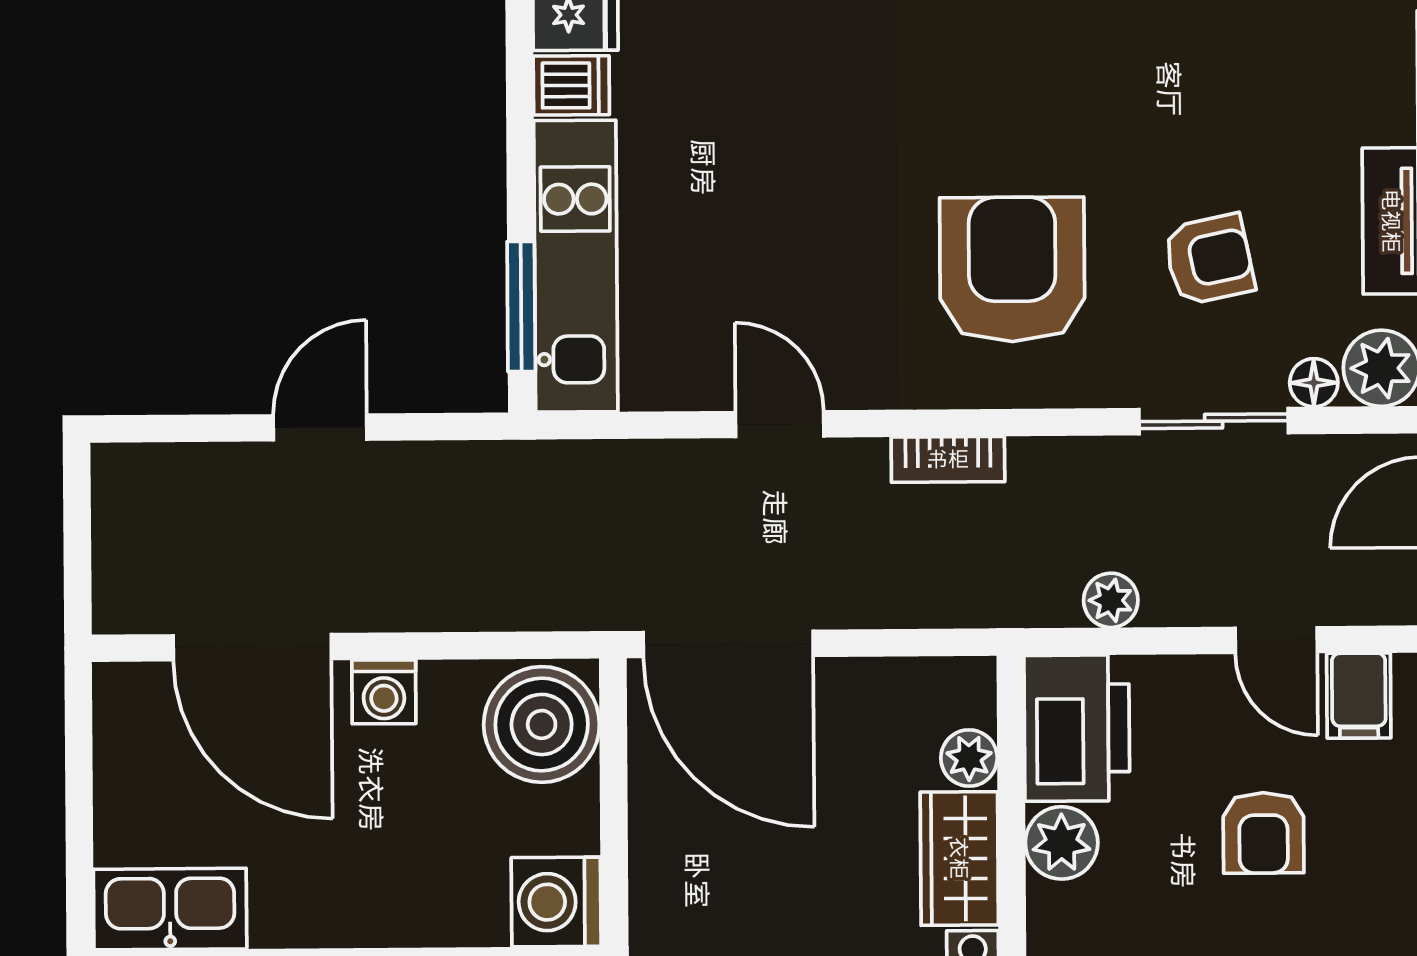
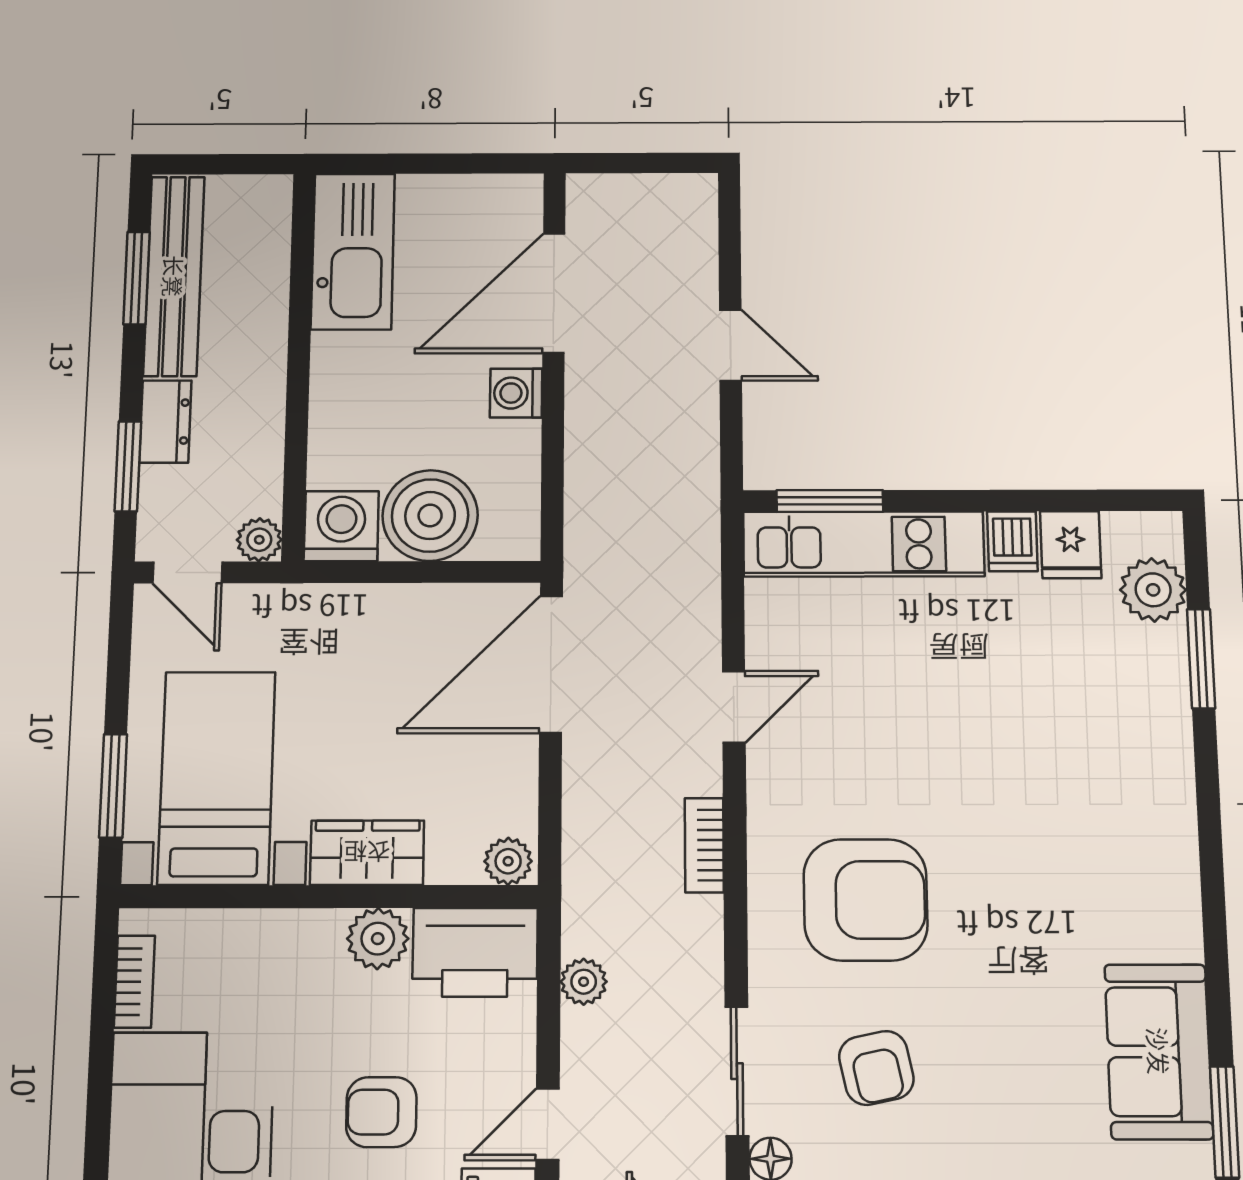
boiler: (542, 724) -> (430, 516), moved
plant: (969, 758) -> (508, 861), moved
kitchen sink: (170, 909) -> (353, 251), width x1.36, depth x1.24

